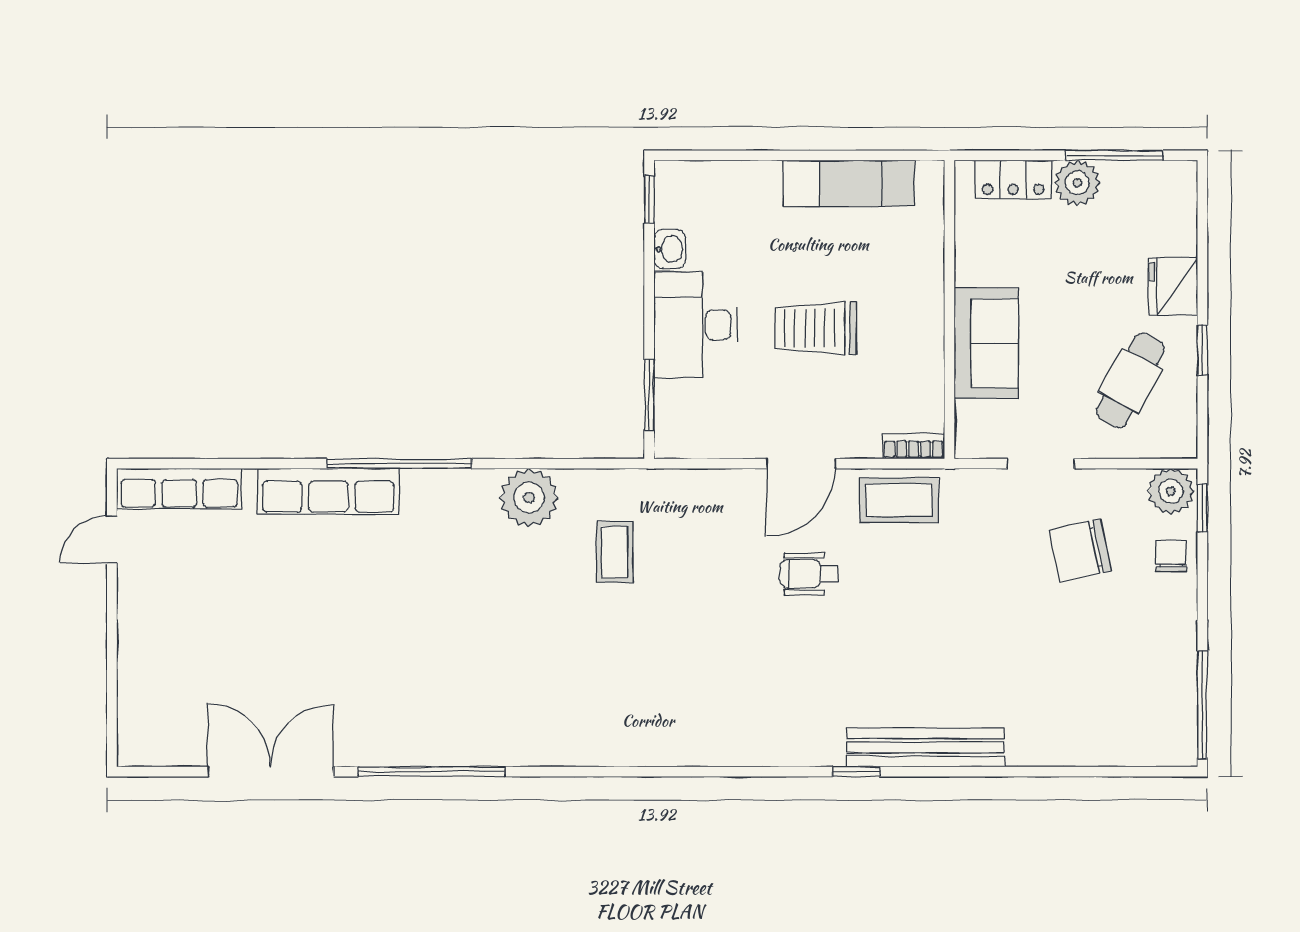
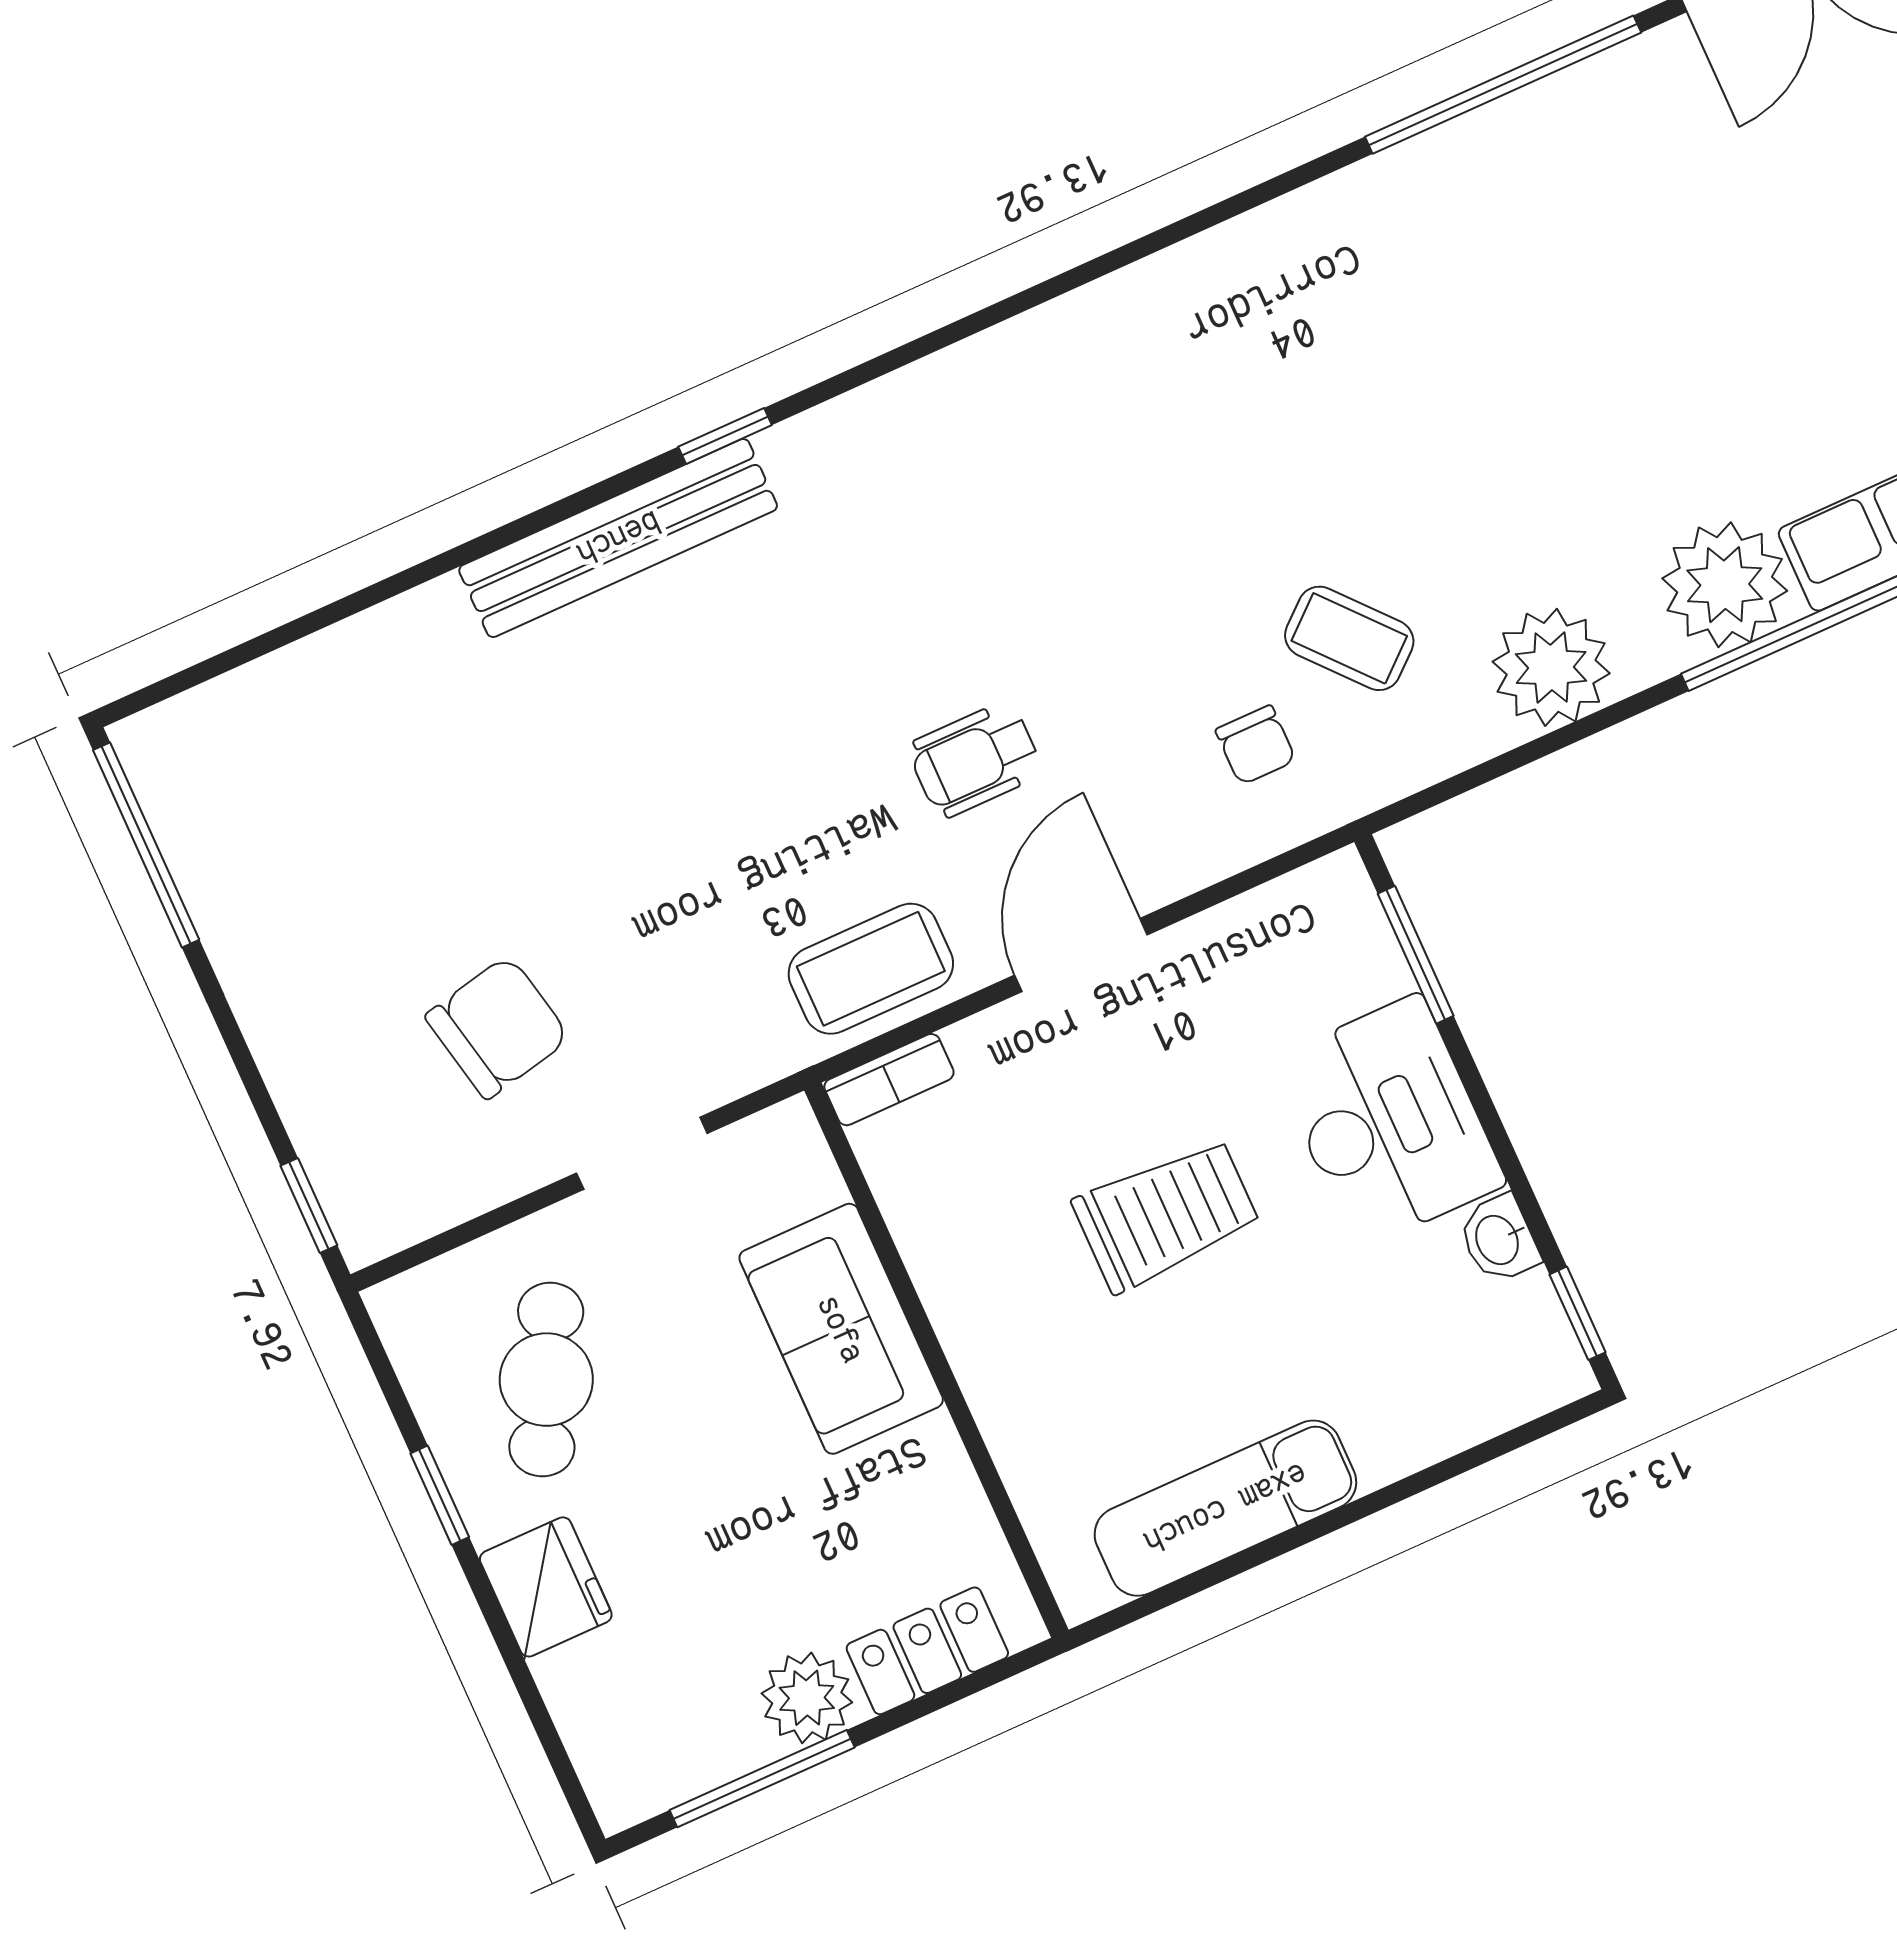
plant: (1171, 491) -> (1725, 585), moved, width x1.36, depth x1.36
coffee table: (615, 552) -> (1349, 638), turned -41
chair: (1171, 556) -> (1256, 745), moved
wheelchair: (809, 574) -> (975, 760), turned 180

